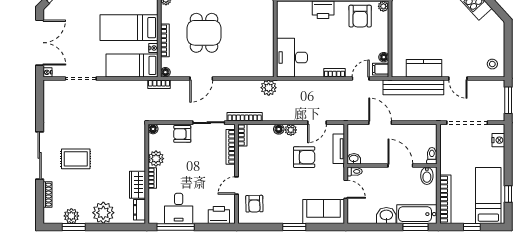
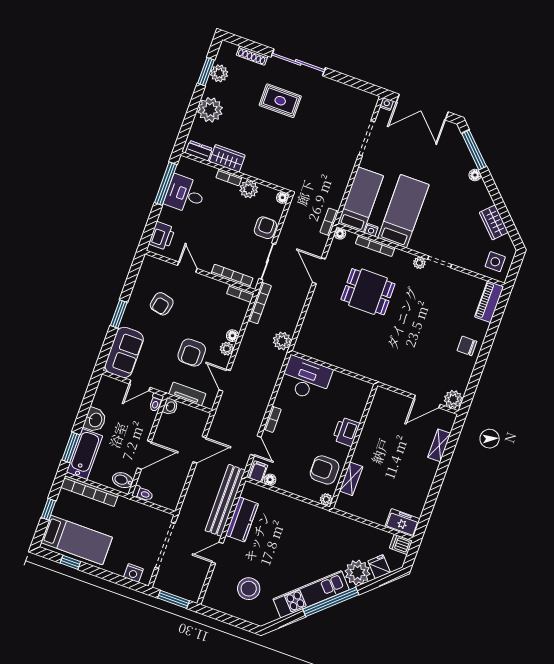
stool: (492, 64) -> (249, 589), moved, width x1.89, depth x1.89
rug: (76, 159) -> (280, 101), turned 90
armchair: (254, 204) -> (162, 304), moved, turned -77

